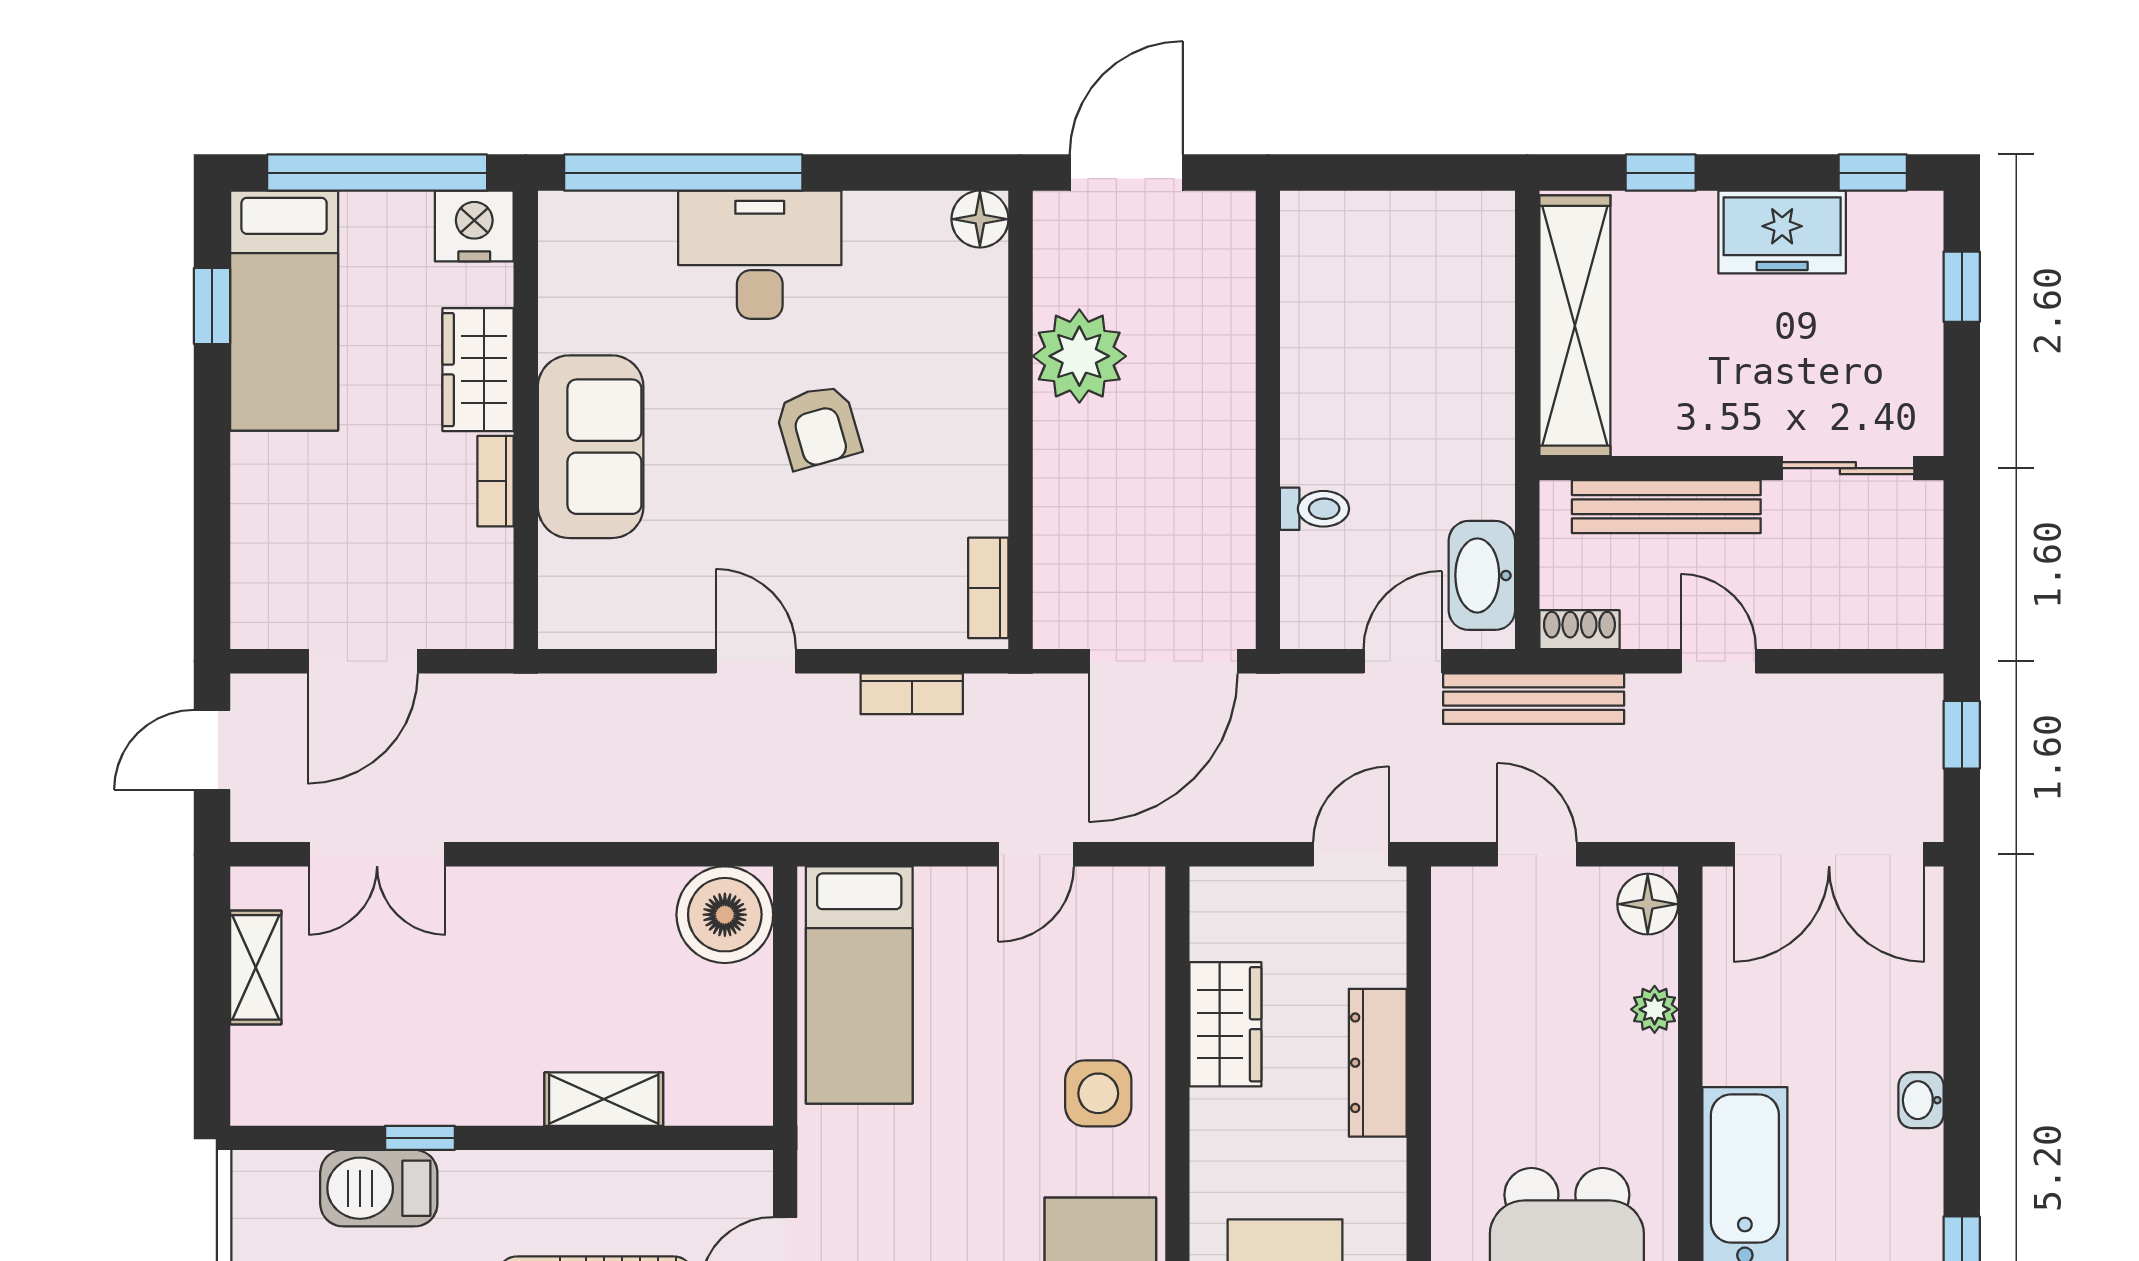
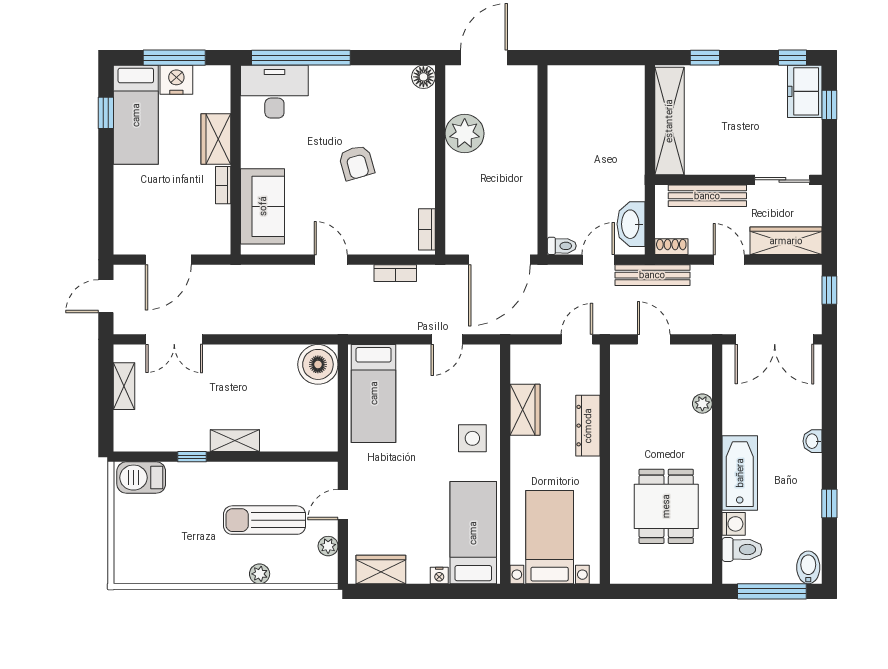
window: (377, 173) -> (174, 58), width x0.68
nightstand: (474, 226) -> (176, 80), moved
freezer: (1782, 232) -> (805, 91), moved, turned 90
desk: (760, 255) -> (274, 92), moved
sofa: (591, 447) -> (263, 206), moved
toilet: (1314, 509) -> (562, 246), moved
wardrobe: (1857, 616) -> (786, 241), added
floor lamp: (1648, 904) -> (700, 360), removed
shelving: (604, 1099) -> (235, 441), moved
barbecue: (379, 1188) -> (141, 478), moved

